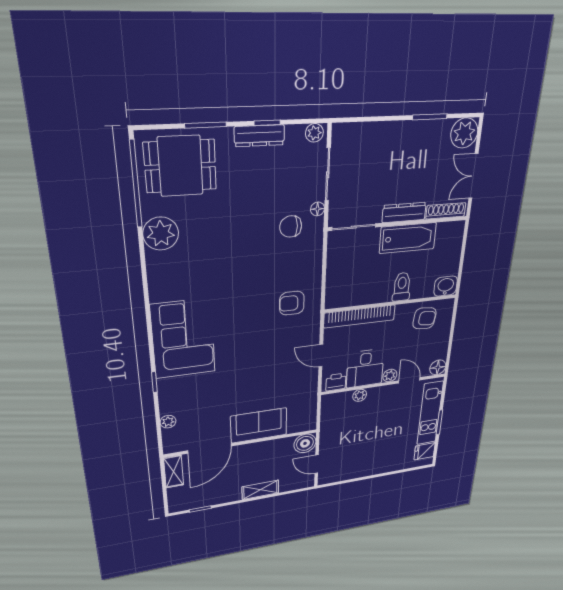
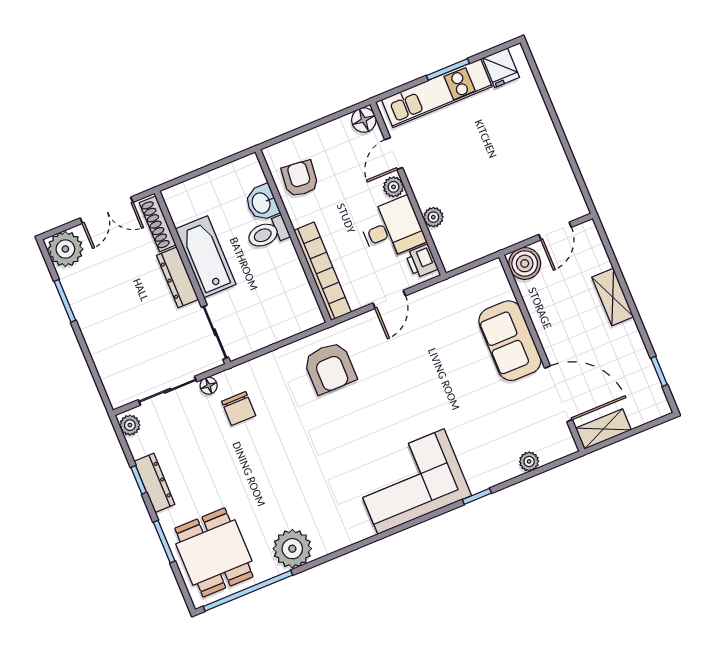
washbasin: (446, 286) -> (262, 203), moved
armchair: (292, 303) -> (330, 368), width x1.38, depth x1.38

